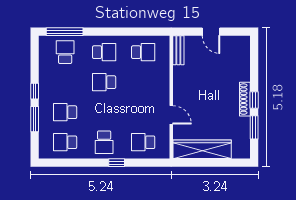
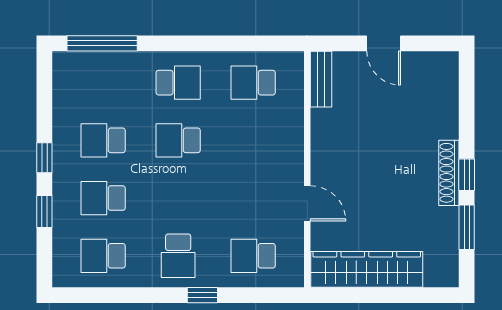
school desk: (65, 52) -> (103, 140), moved, turned -90
school desk: (143, 52) -> (253, 83), turned 180
window: (35, 119) -> (44, 211), width x0.67

